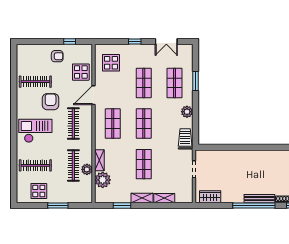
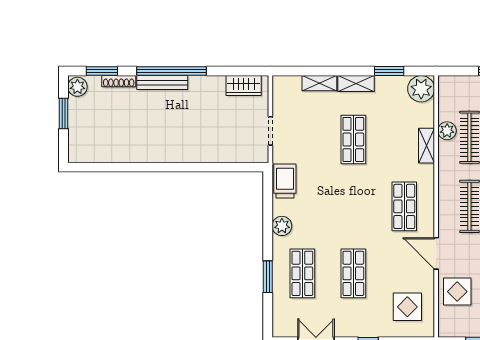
door: (93, 95) -> (436, 253), swing flipped
shop shelf: (144, 124) -> (353, 206), removed
trolley: (185, 139) -> (285, 181), turned 180
plant: (103, 180) -> (421, 89), moved

